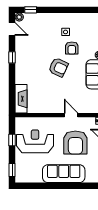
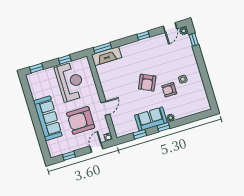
window: (12, 100) -> (102, 48), added

